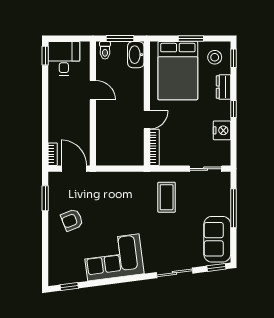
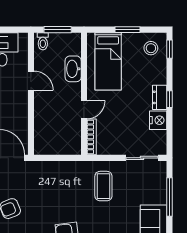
washbasin: (136, 55) -> (73, 69), moved
bed: (178, 71) -> (108, 61), width x0.67
dresser: (223, 87) -> (160, 97), moved

